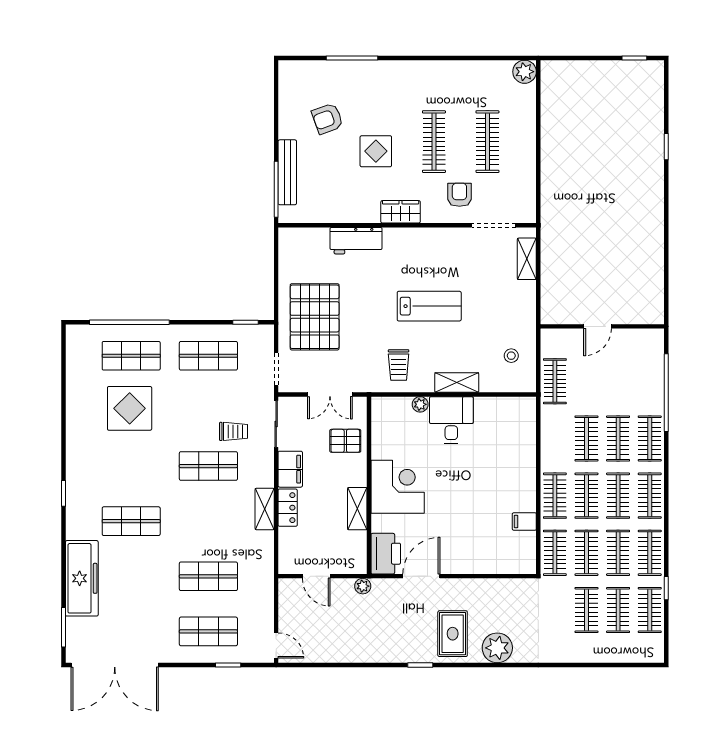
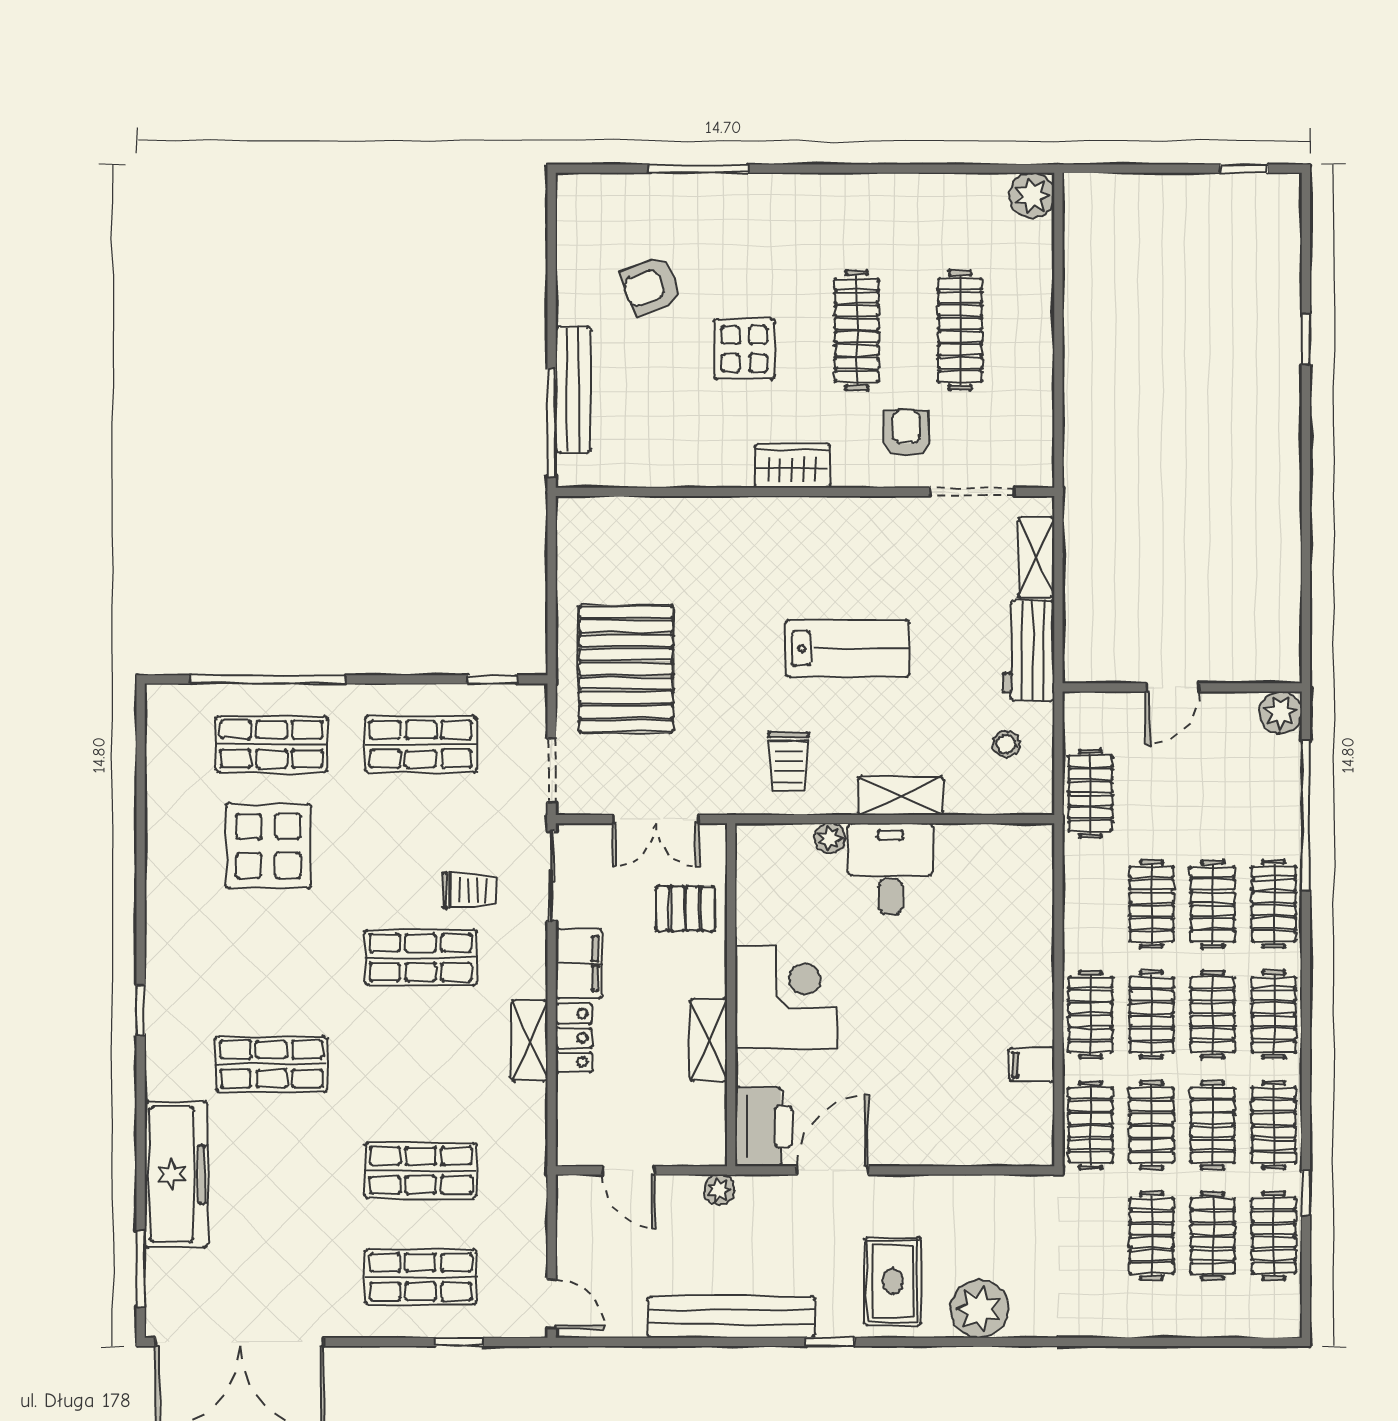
workbench: (356, 241) -> (1029, 651), moved, turned 90
plant: (653, 339) -> (1281, 713), added
bench: (369, 652) -> (731, 1317), added

